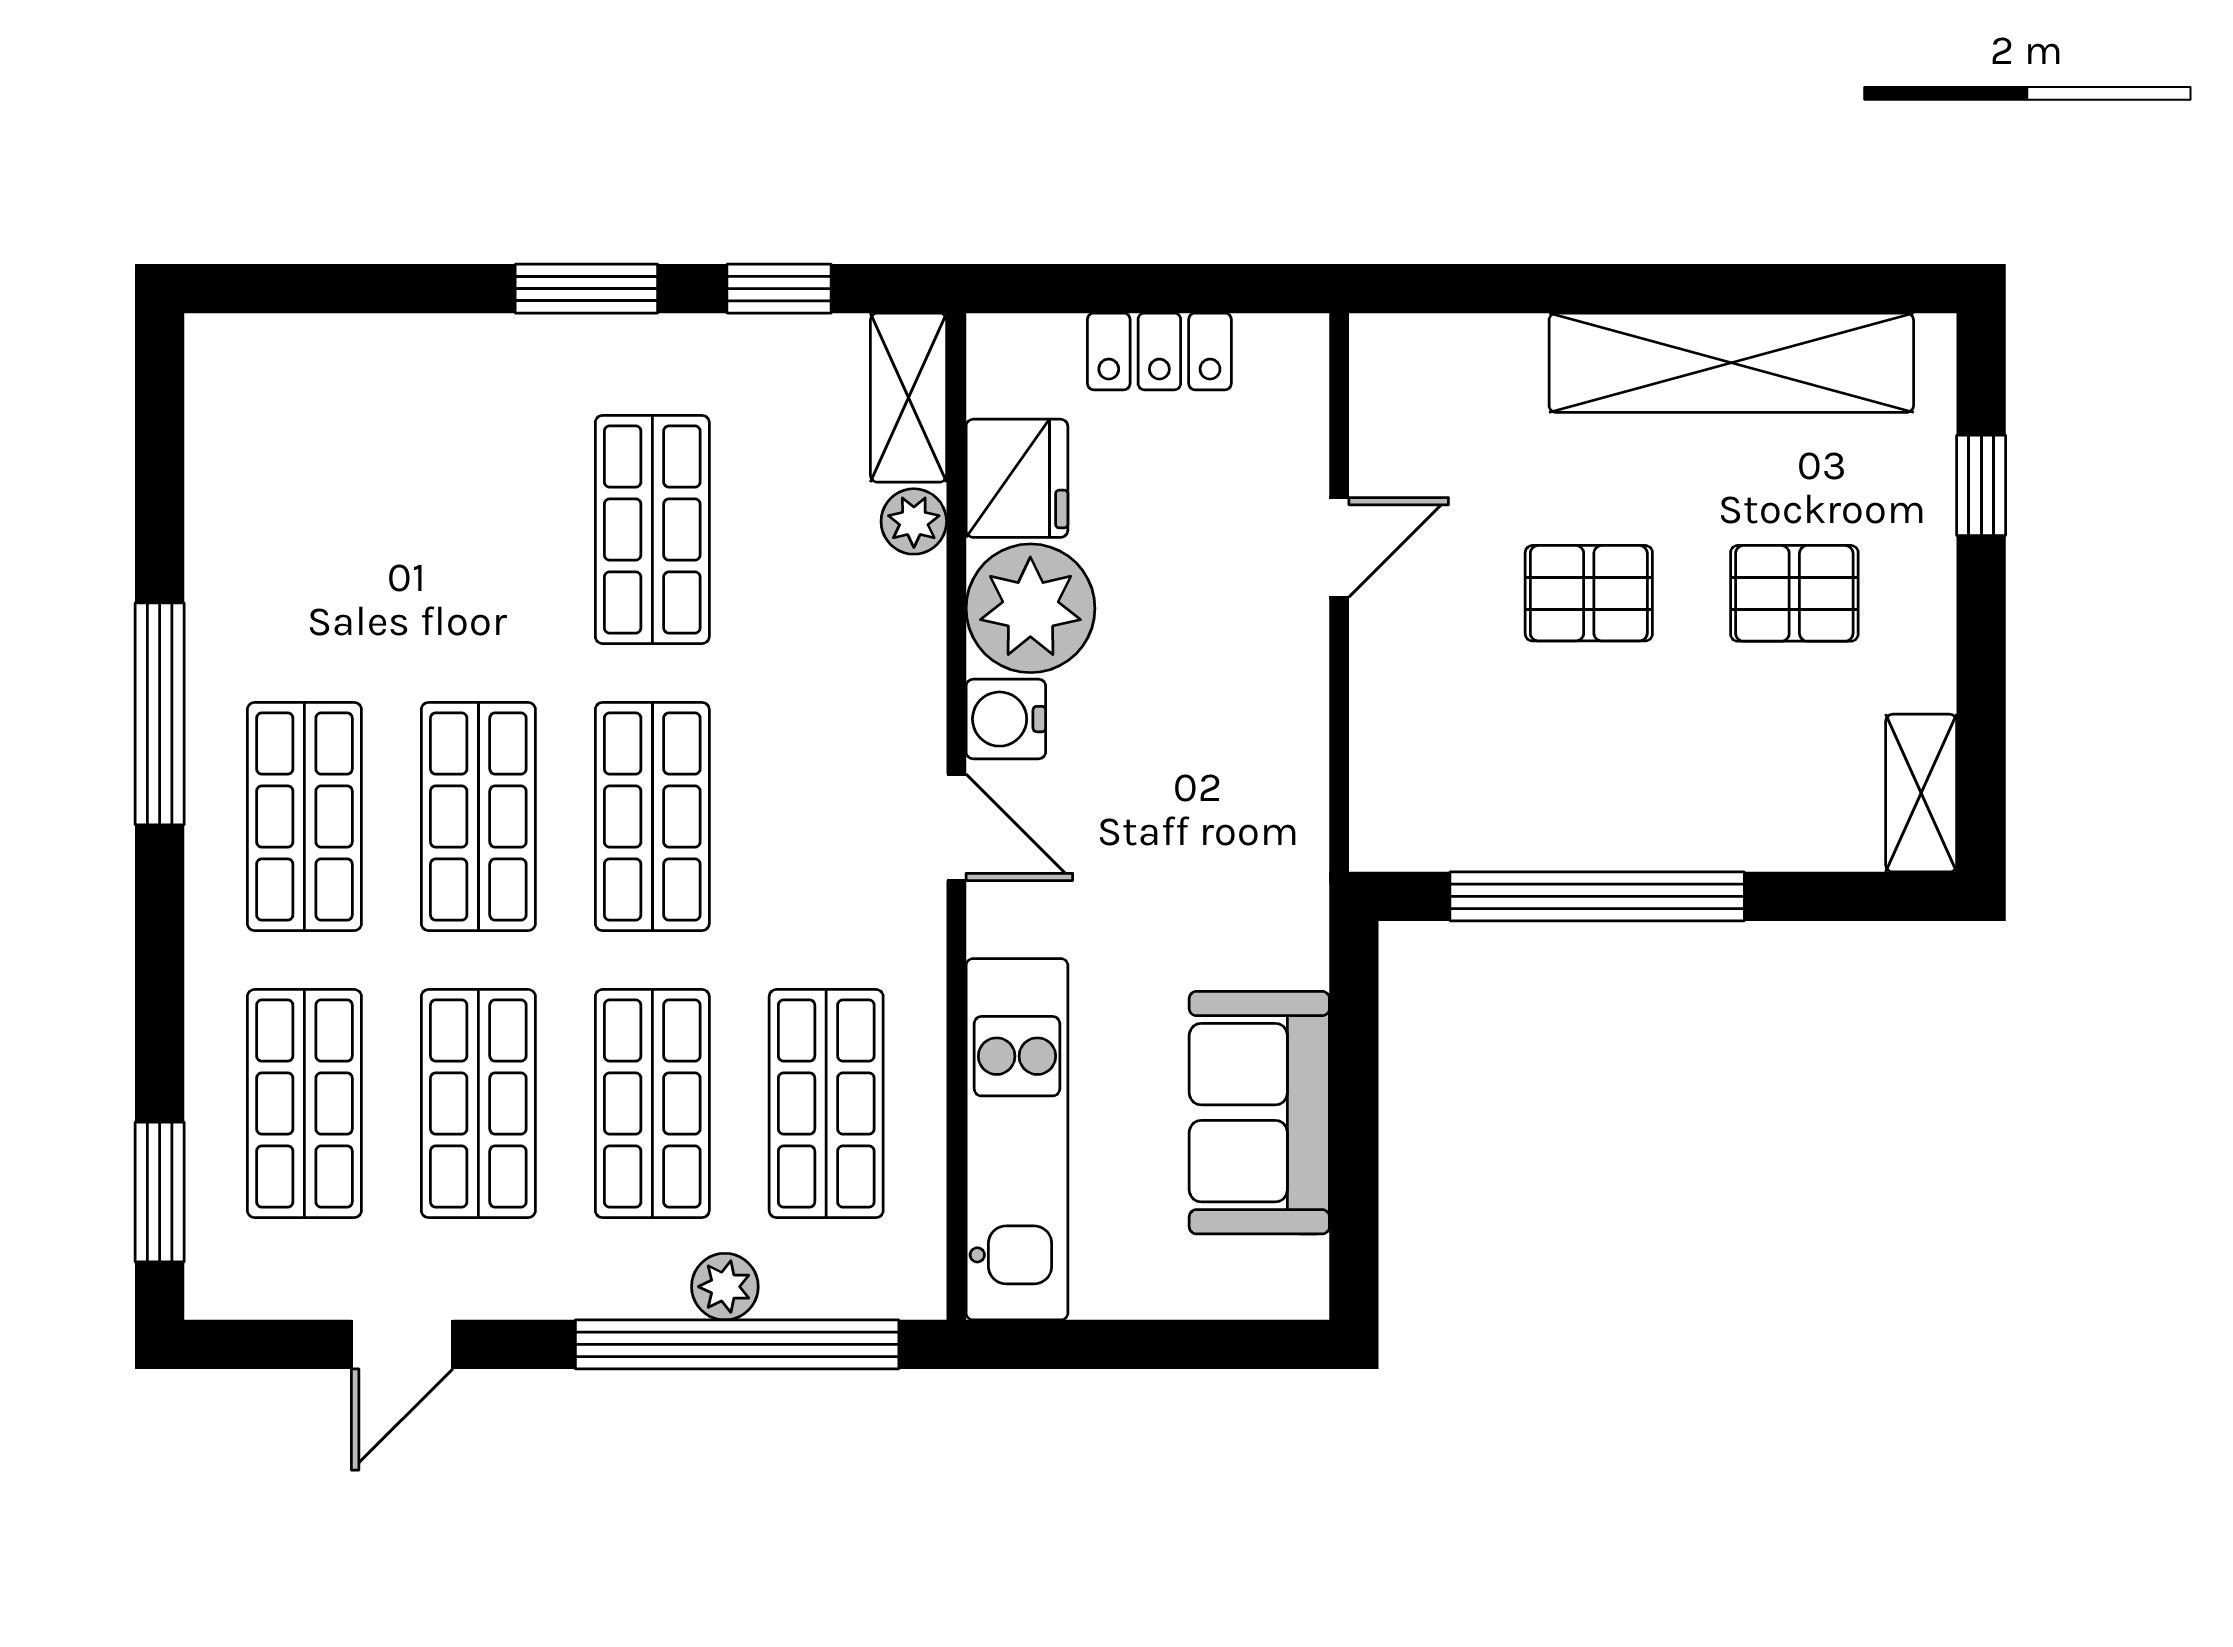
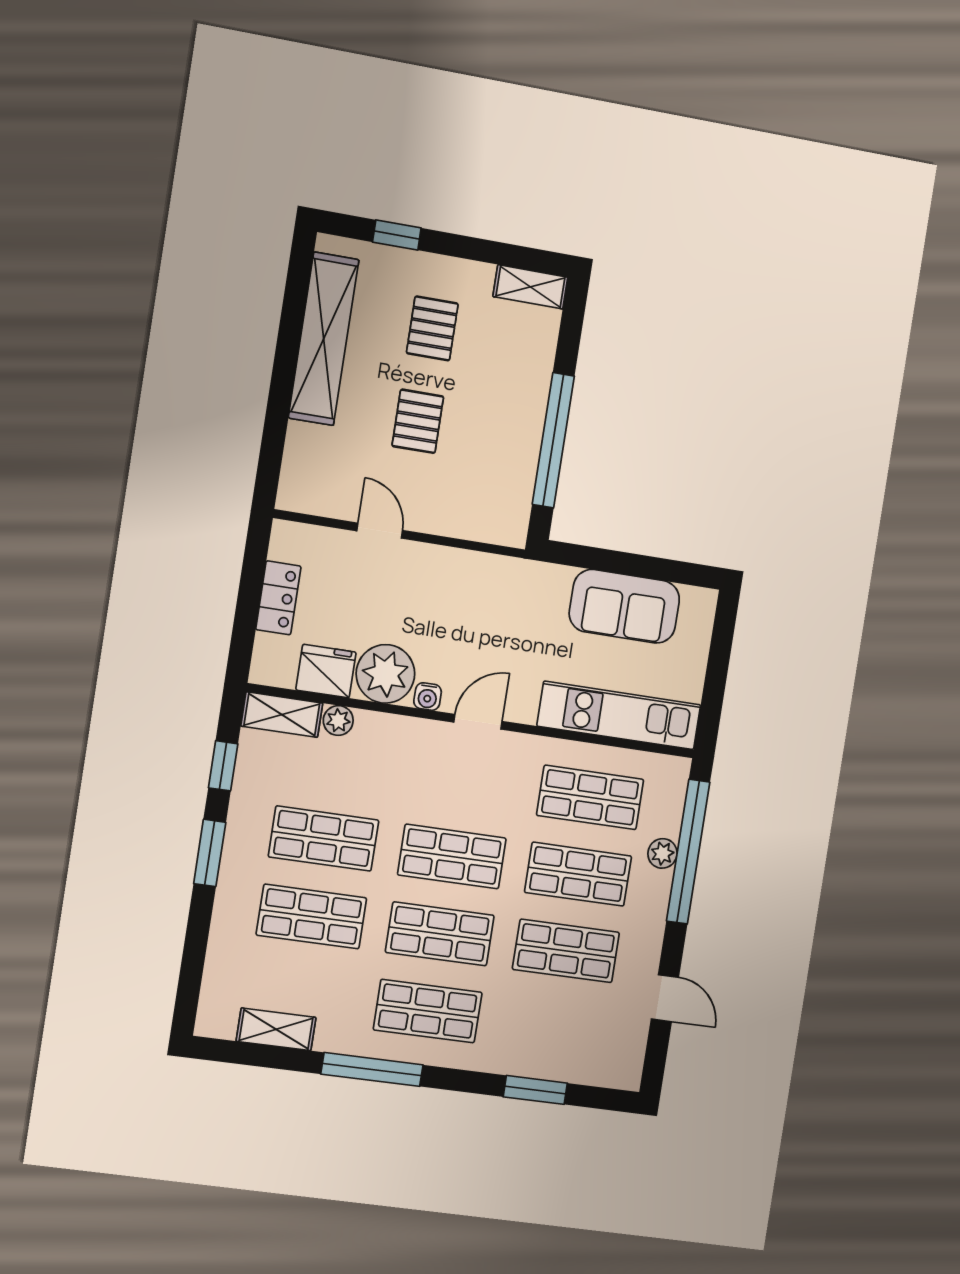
shelving: (221, 491) -> (276, 1029), added
water cooler: (1006, 719) -> (428, 697), width x0.72, depth x0.72
shop shelf: (304, 1104) -> (311, 917), moved
window: (160, 1192) -> (535, 1090), moved

